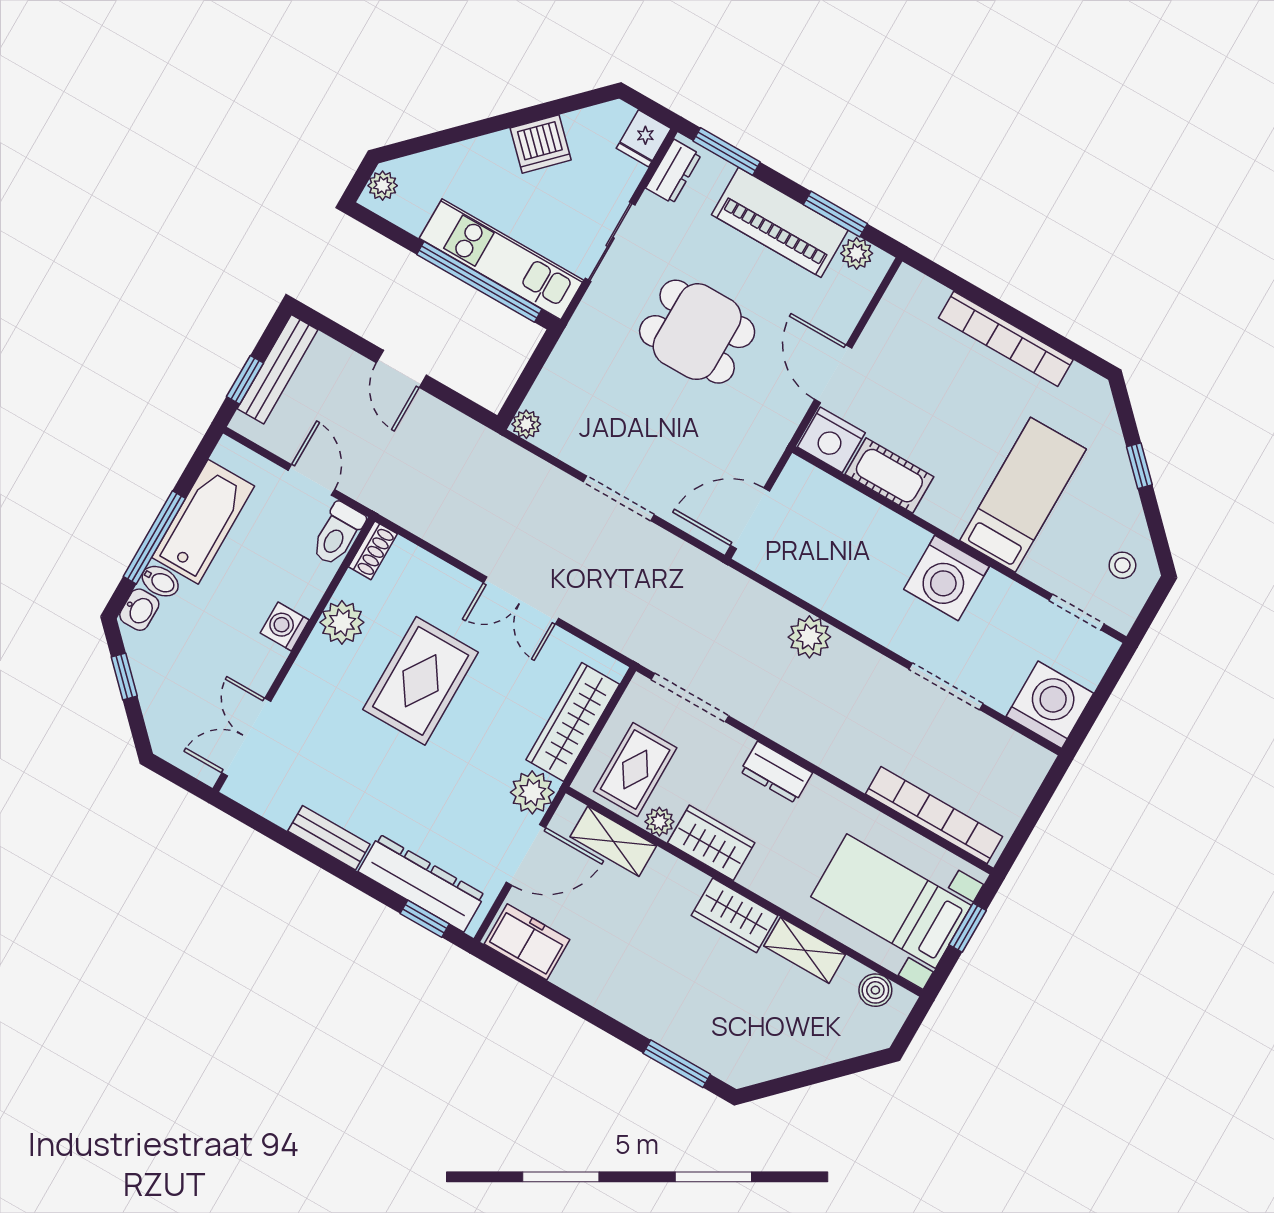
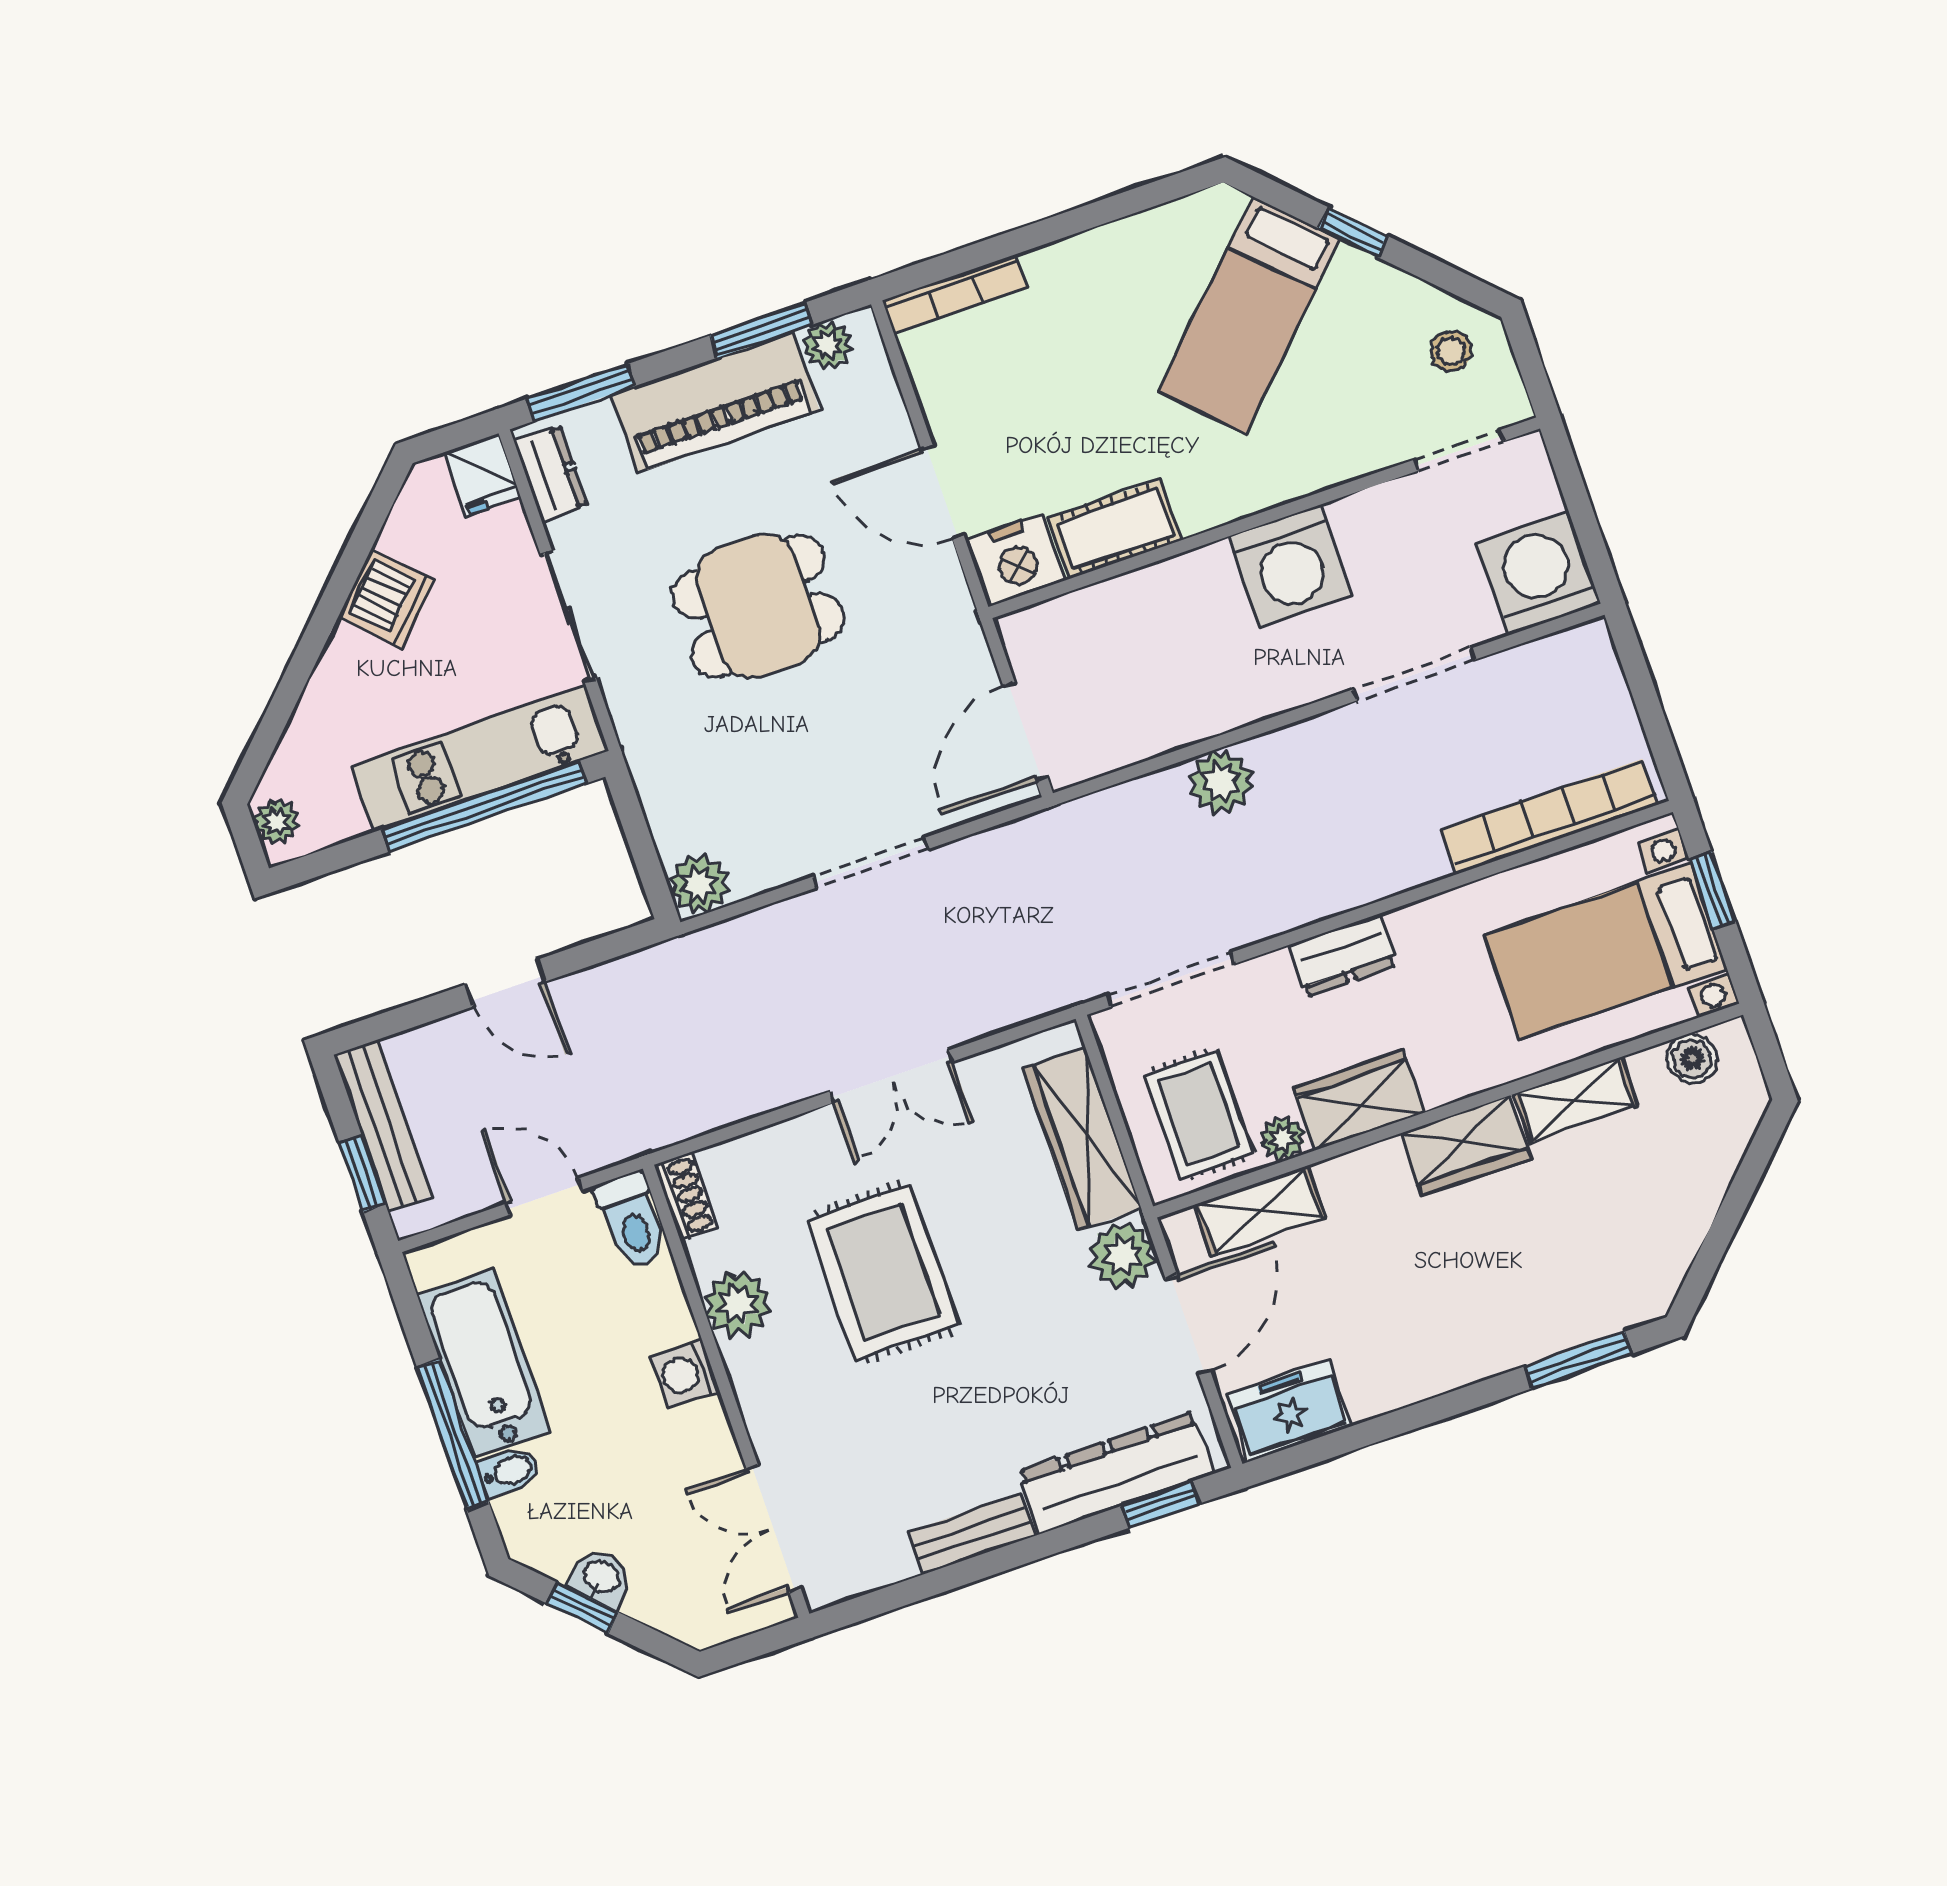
bookcase: (1006, 339) -> (955, 294), moved, width x0.68, depth x0.76
plant: (526, 424) -> (699, 884), width x1.38, depth x1.38
bed: (1023, 495) -> (1249, 315), moved, turned -135
washbasin: (139, 610) -> (601, 1578), moved, turned -45

